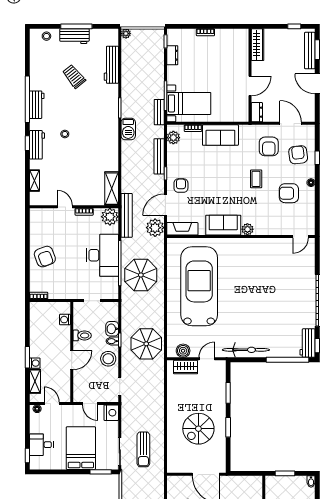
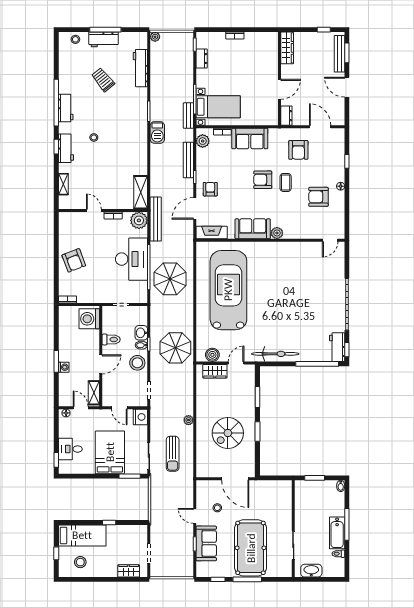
armchair: (298, 155) -> (263, 180), moved, turned -83
plant: (155, 228) -> (189, 420), moved, width x0.53, depth x0.53
washing machine: (65, 320) -> (89, 319), width x1.89, depth x1.89
shelving: (35, 381) -> (94, 393), moved

